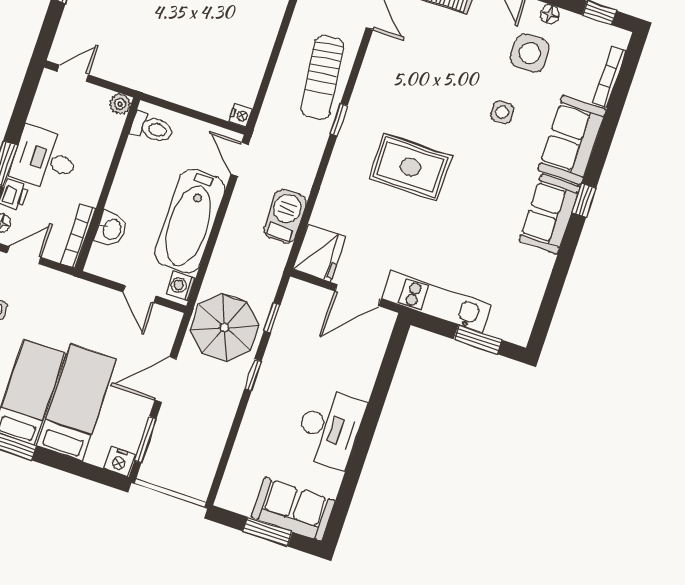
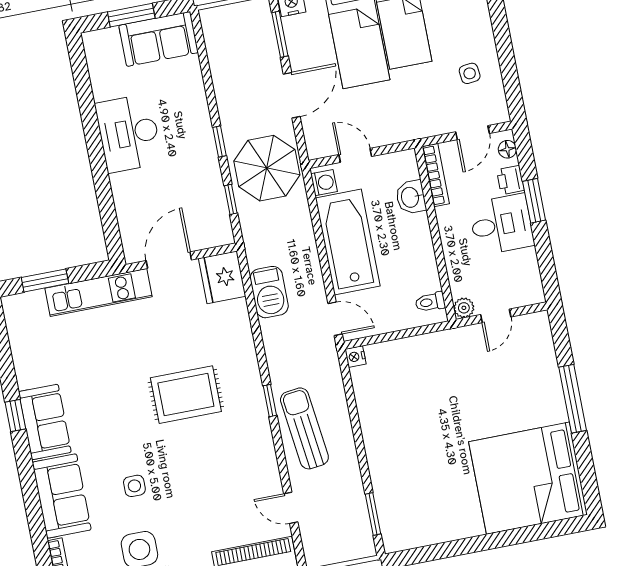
door: (73, 73) -> (496, 316), moved
toilet: (152, 128) -> (430, 302), width x0.73, depth x0.72
window: (584, 200) -> (15, 415), moved
sofa: (293, 509) -> (159, 39), moved

